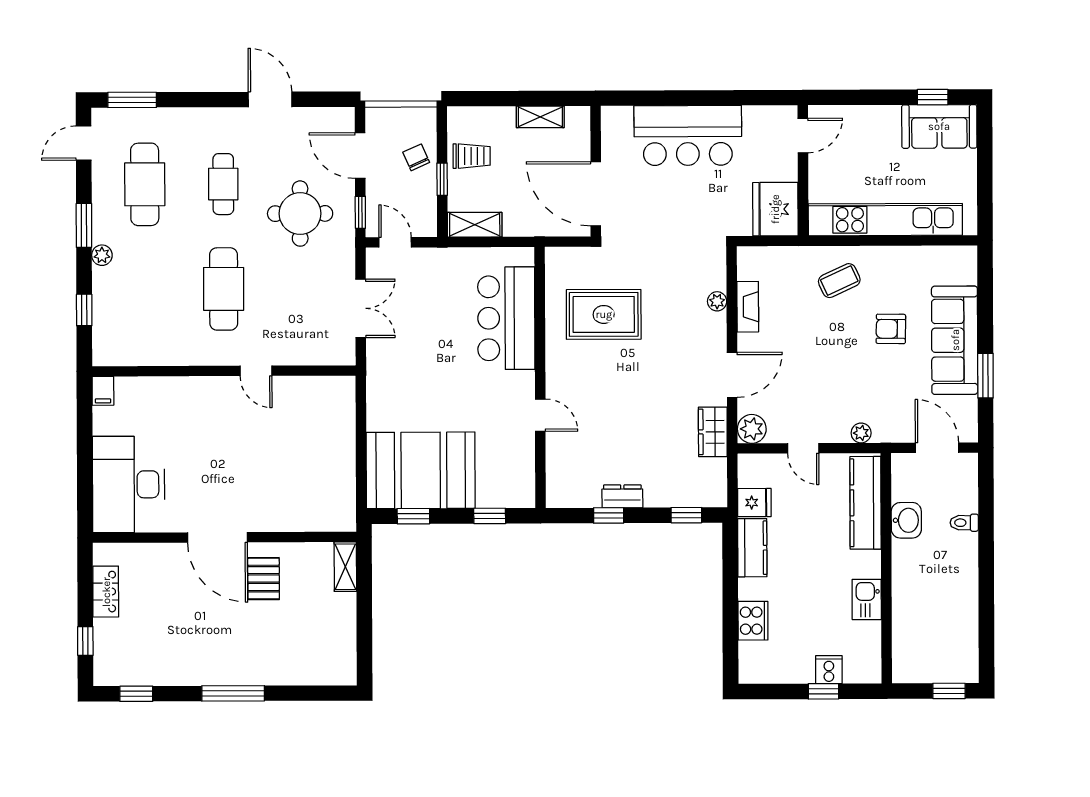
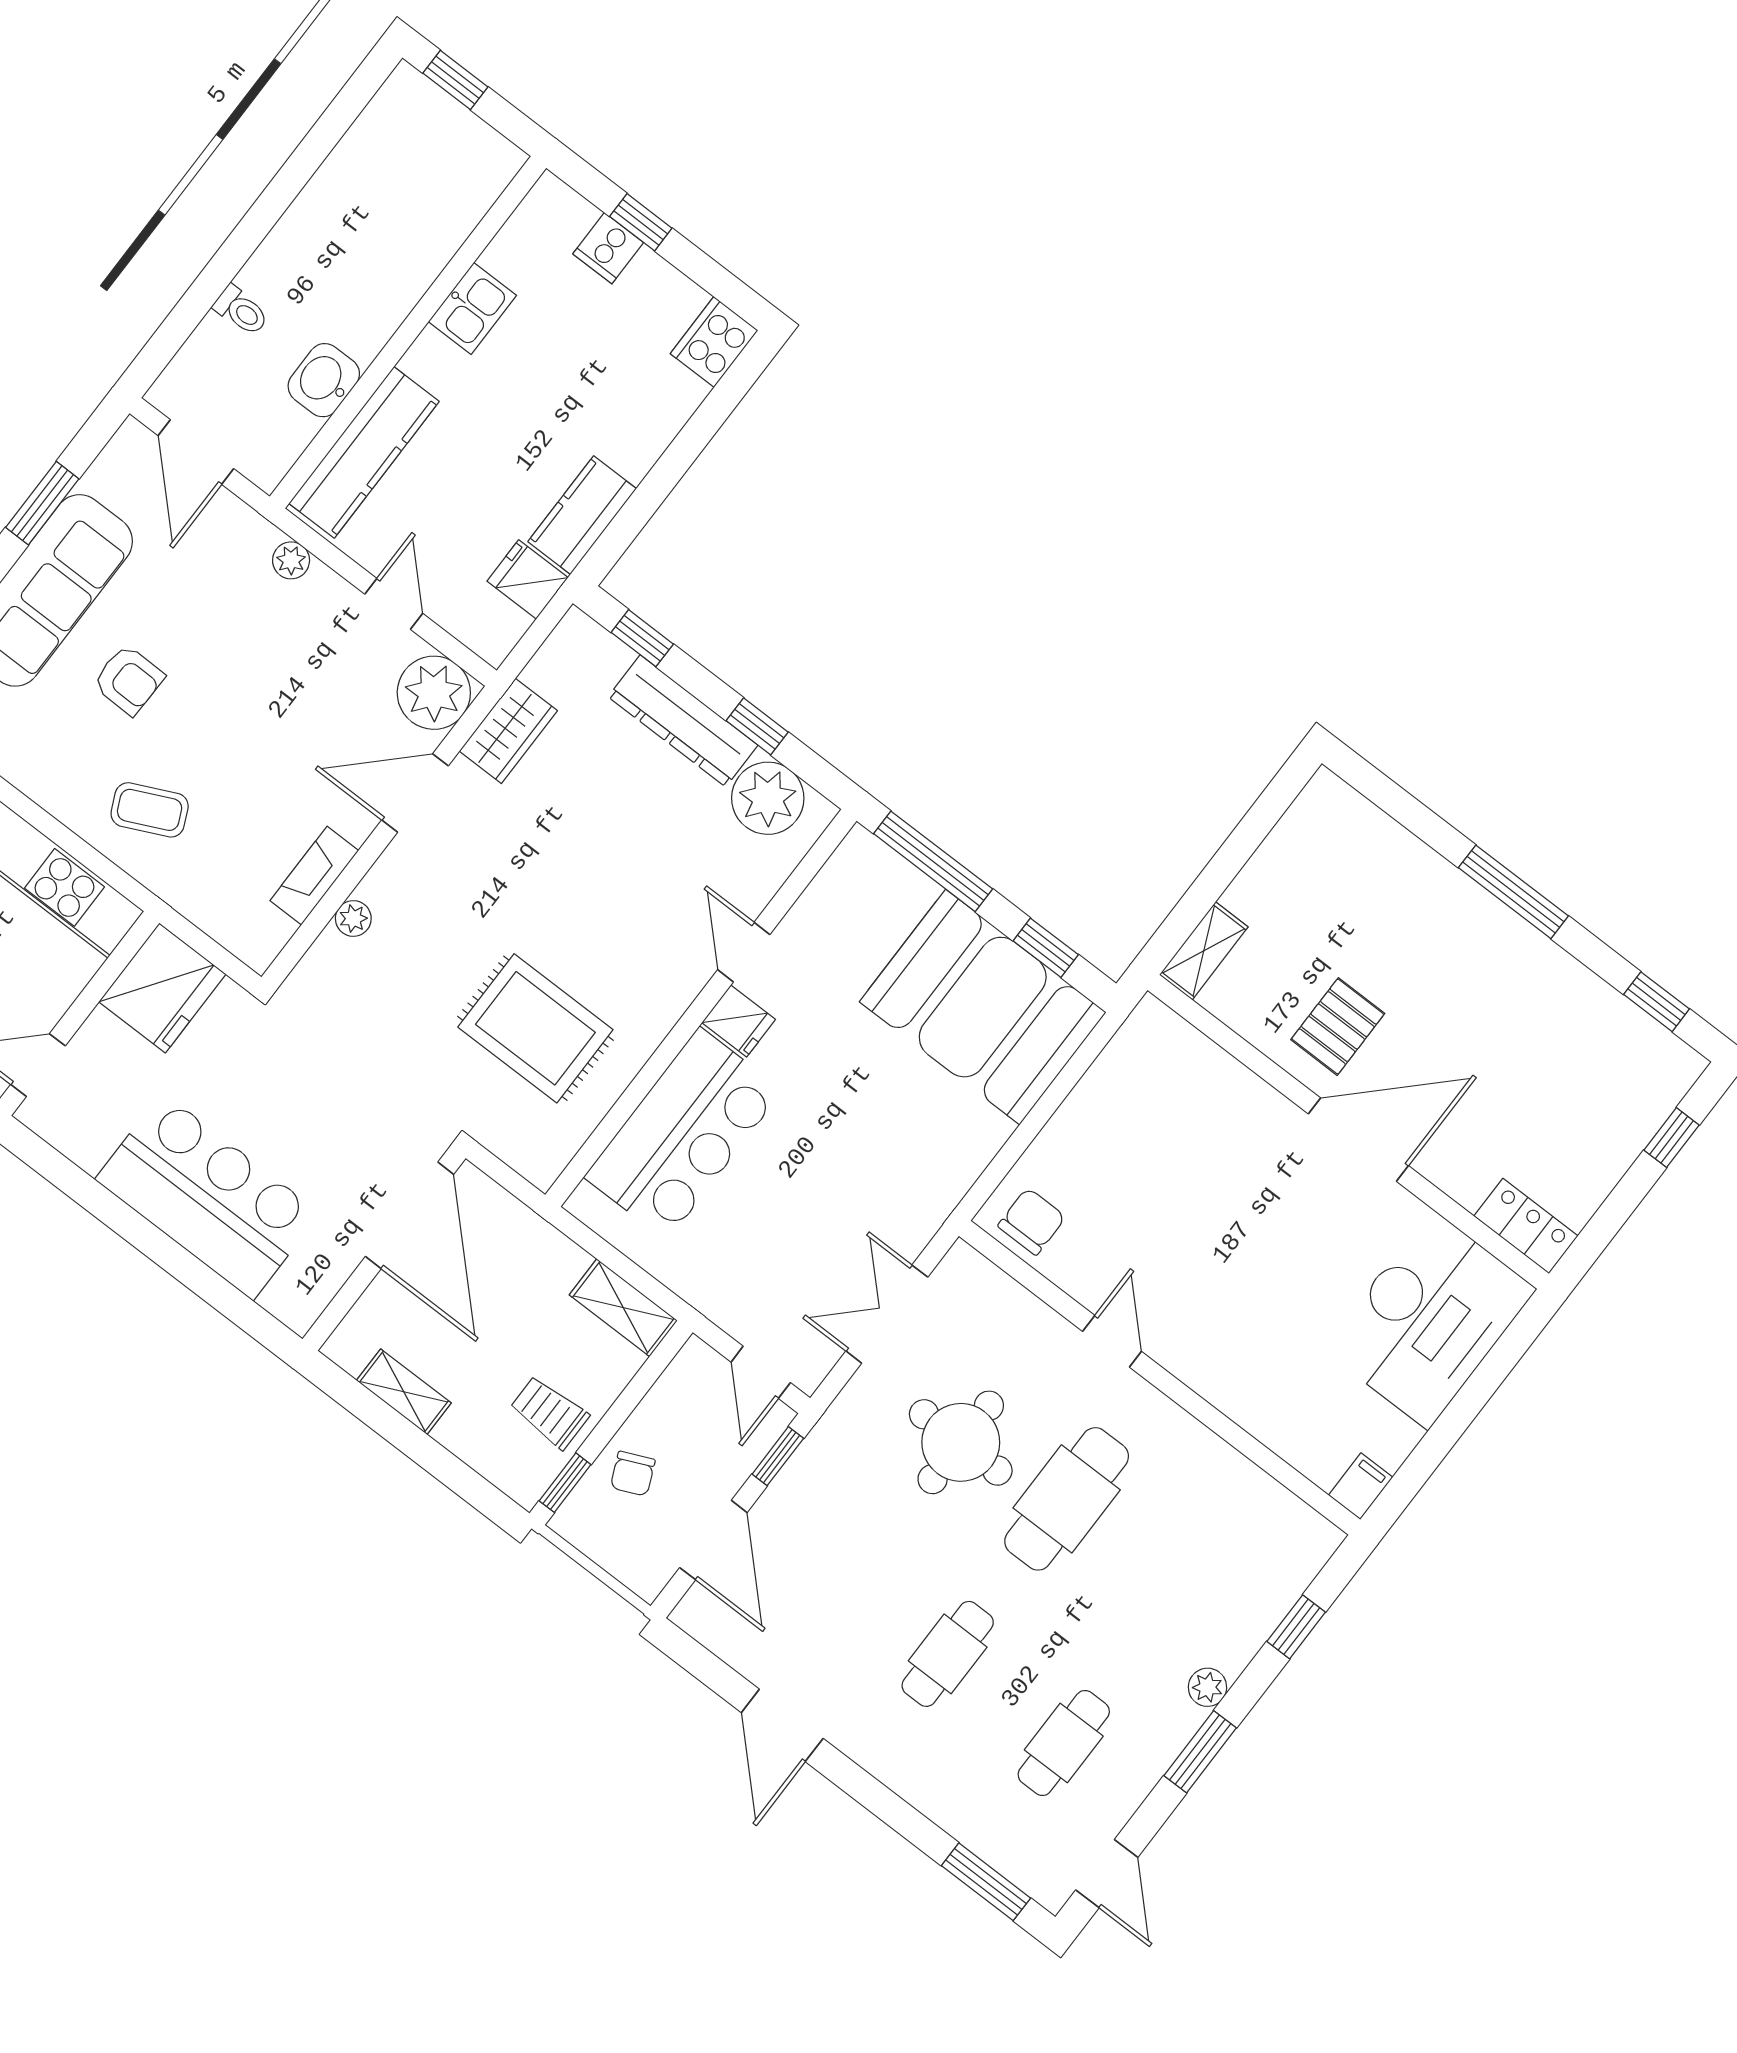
door: (84, 143) -> (1107, 1874), hinge flipped
window: (442, 179) -> (565, 1483), moved
cafe table: (145, 184) -> (1064, 1743), width x0.73, depth x0.74
round table: (300, 214) -> (961, 1442), moved
fridge: (520, 384) -> (739, 1021), added
chair: (330, 395) -> (1032, 1221), added
plant: (752, 429) -> (434, 693), width x1.36, depth x1.36
plant: (581, 488) -> (768, 798), added
dresser: (622, 496) -> (683, 721), width x1.96, depth x1.24
window: (490, 516) -> (933, 861), width x2.17
door: (218, 537) -> (1358, 1140), hinge flipped
locker: (106, 592) -> (1526, 1226), moved, turned 90
cooker: (753, 621) -> (714, 342), moved

